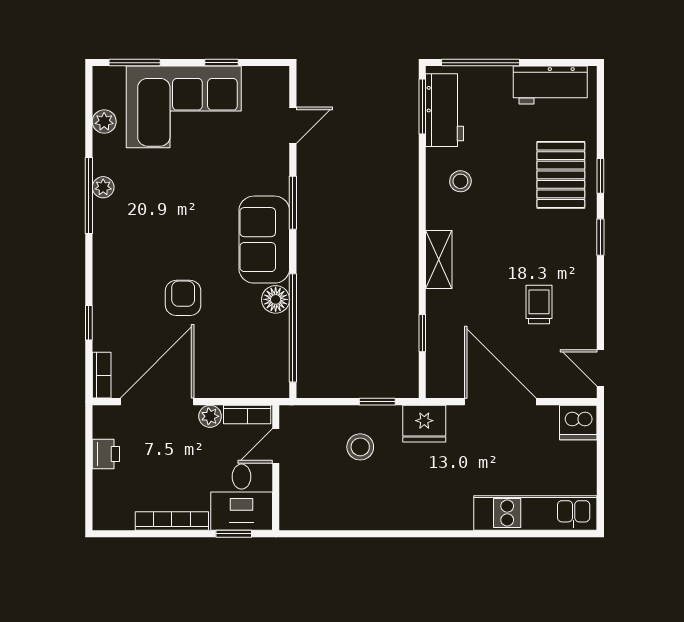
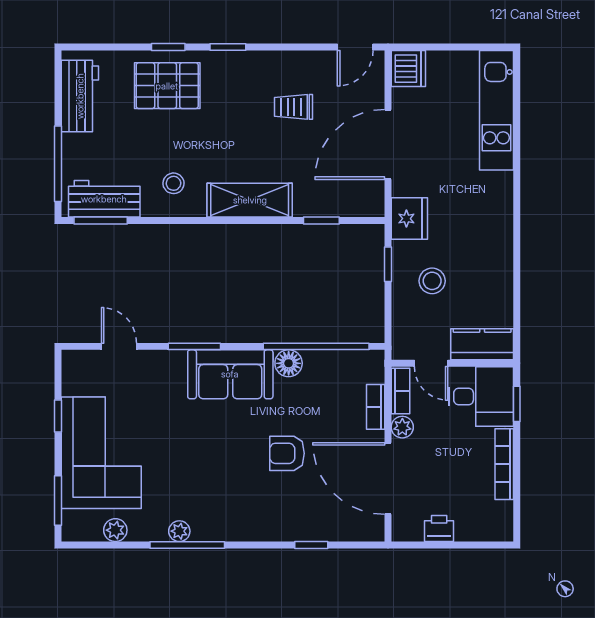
shelving: (439, 259) -> (250, 200), width x1.50, depth x1.33
bookcase: (102, 375) -> (376, 407), moved, turned -90
kitchen counter: (295, 498) -> (482, 344), added

